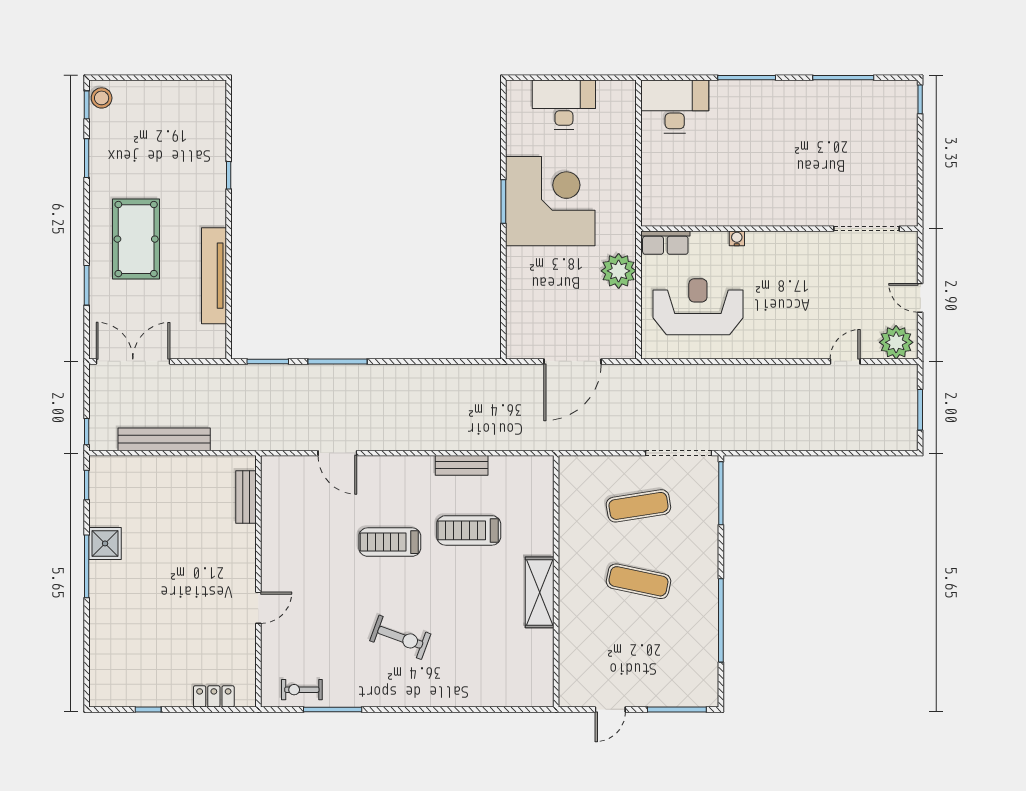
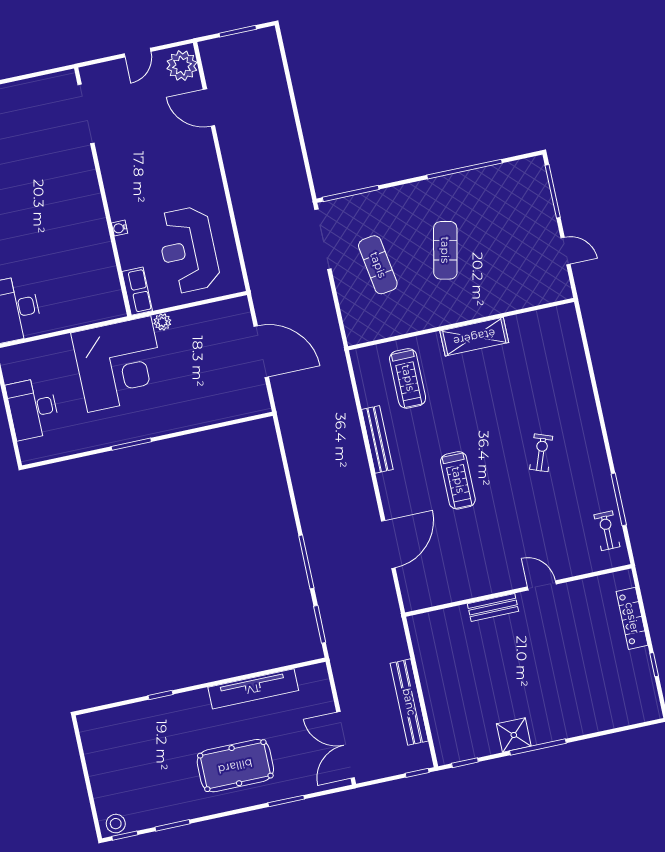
corner desk: (550, 201) -> (119, 364), moved, turned 180
plant: (619, 271) -> (162, 322), width x0.53, depth x0.53
door: (845, 361) -> (209, 108), width x1.38
door: (337, 453) -> (388, 544), width x1.36
bench: (462, 465) -> (377, 439), width x1.36
bench: (246, 497) -> (493, 607), moved
treadmill: (469, 530) -> (408, 378), moved
exercise bike: (400, 637) -> (541, 453), width x0.73, depth x0.72
exercise bike: (302, 690) -> (607, 531), turned 180
locker: (214, 696) -> (632, 618), width x1.53

